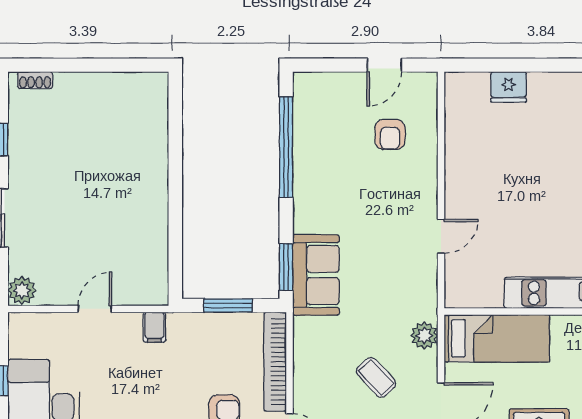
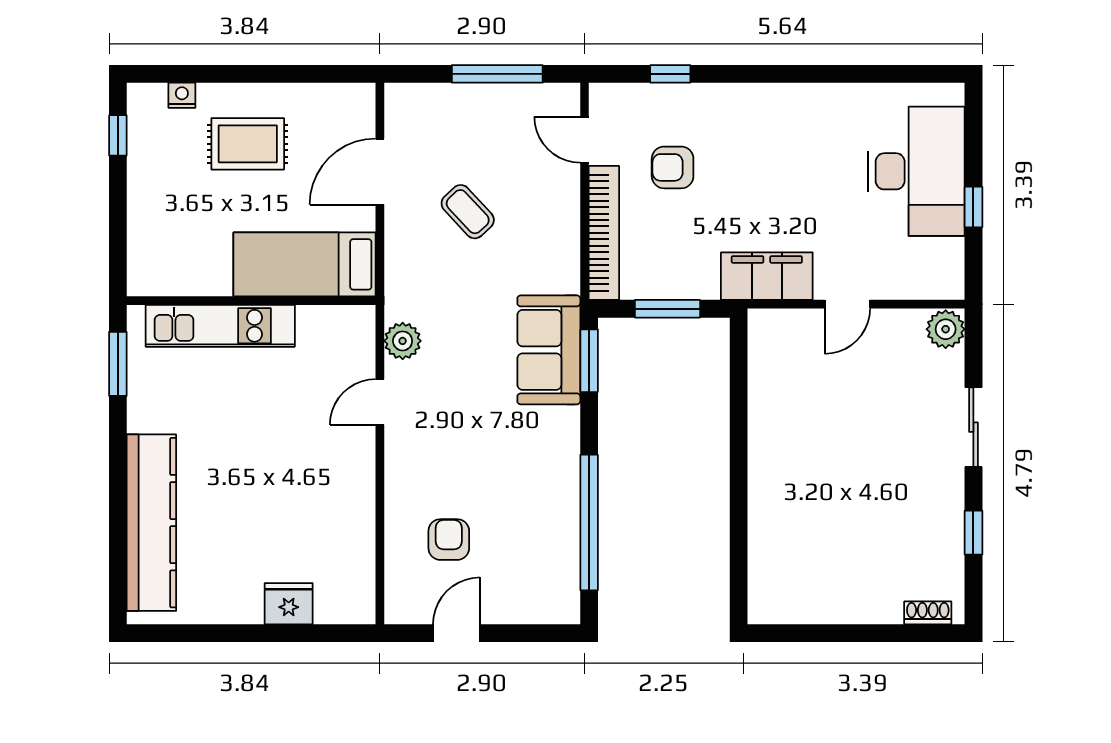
filing cabinet: (154, 327) -> (767, 276), width x3.00, depth x1.17
plant: (424, 336) -> (403, 341), moved

